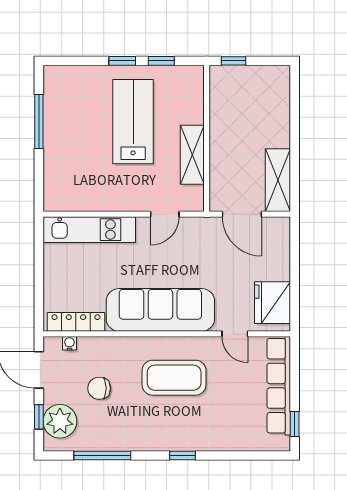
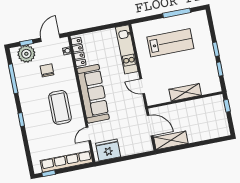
lab bench: (133, 122) -> (170, 43), moved
shelving: (192, 155) -> (185, 92), moved
door: (242, 214) -> (150, 125), swing flipped

